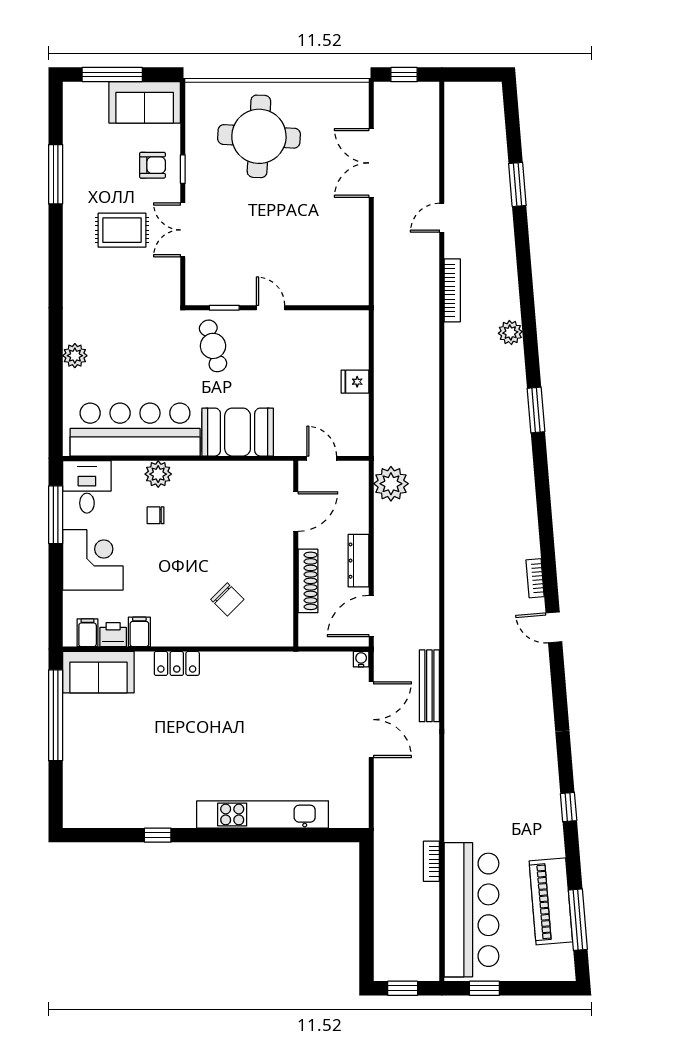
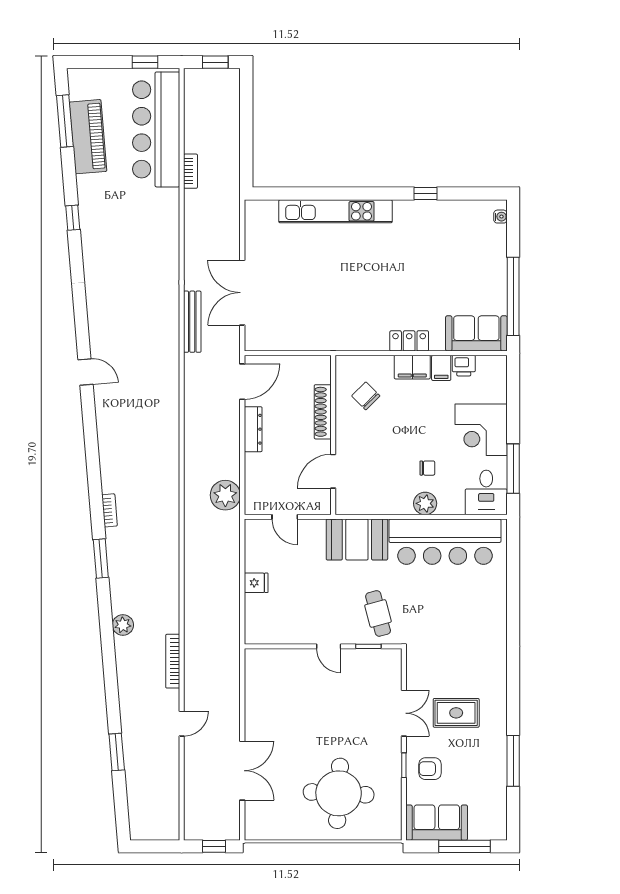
plant: (75, 356) -> (497, 605), removed
door: (296, 512) -> (333, 471), moved
wall: (296, 554) -> (333, 435), moved
bookcase: (535, 578) -> (109, 510), moved
shoe rack: (308, 581) -> (323, 412), moved
filing cabinet: (88, 633) -> (412, 367), moved, width x2.00
water cooler: (361, 659) -> (500, 217), moved, turned -90

